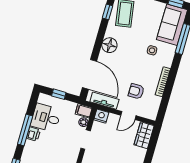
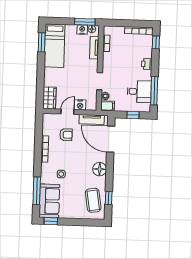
nightstand: (101, 116) -> (80, 105), moved
window: (25, 130) -> (154, 91), moved
printer: (33, 134) -> (147, 64), moved

